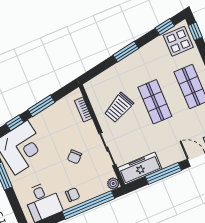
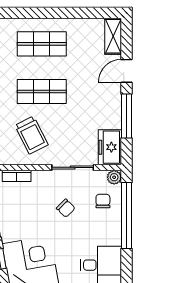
freezer: (140, 168) -> (110, 147), width x0.71
chair: (73, 195) -> (103, 201), moved

